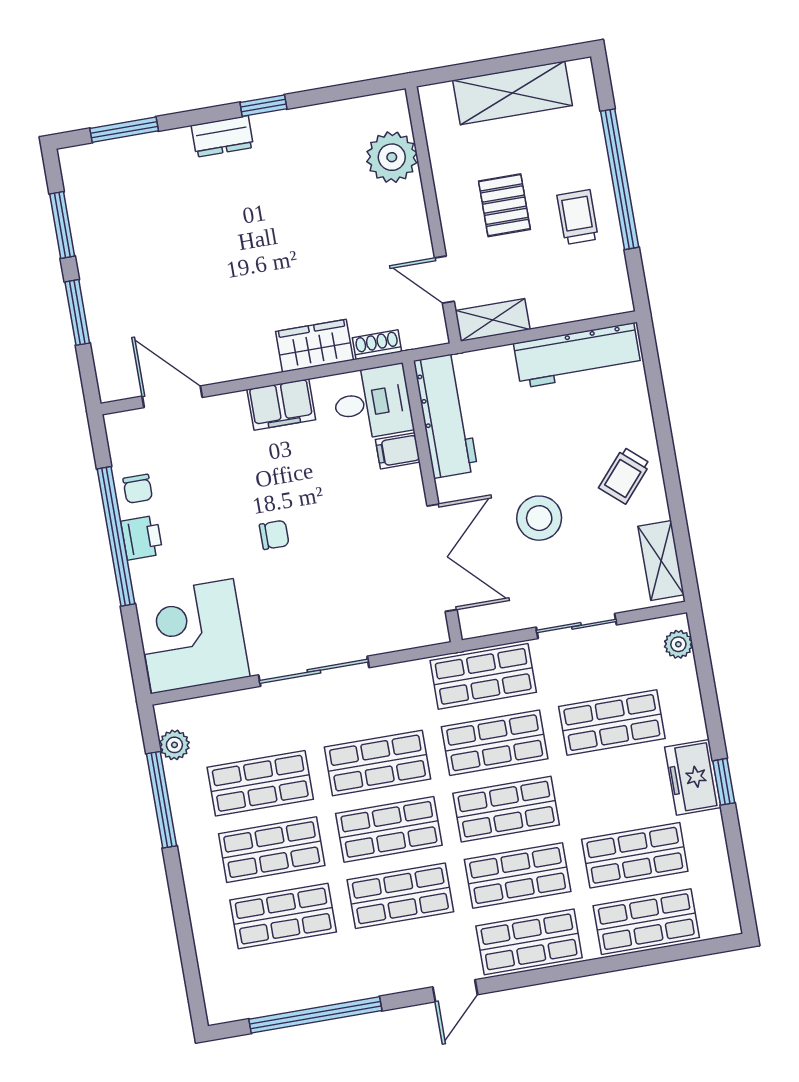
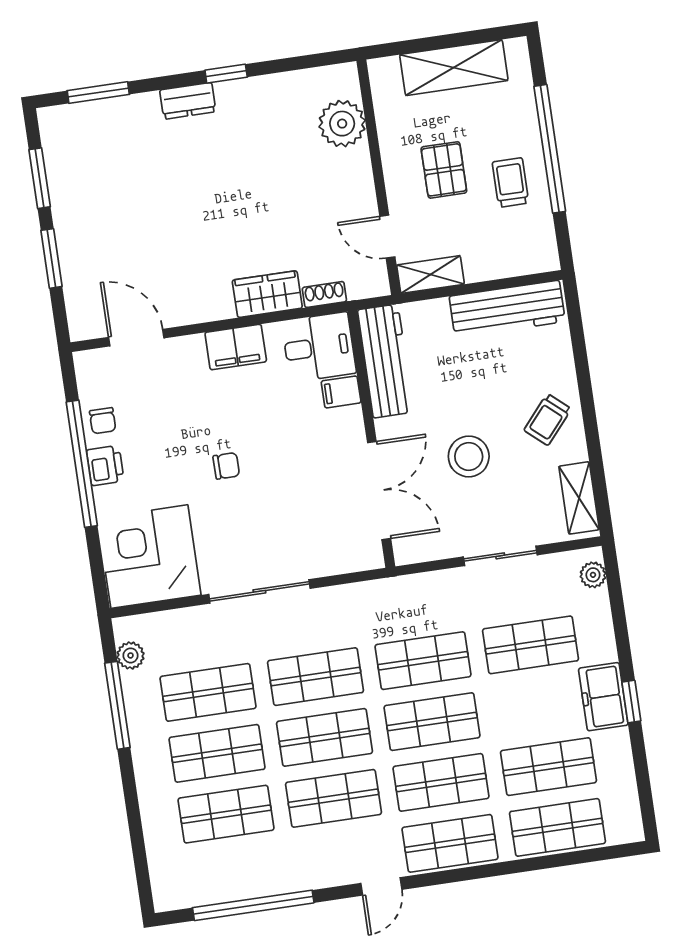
shop shelf: (483, 676) -> (414, 600), removed

